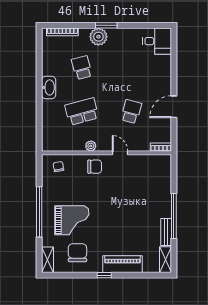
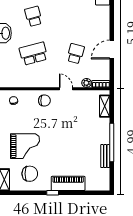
plant: (91, 146) -> (86, 83), moved
chair: (77, 253) -> (30, 174), turned 90
shelving: (166, 260) -> (105, 106), moved

